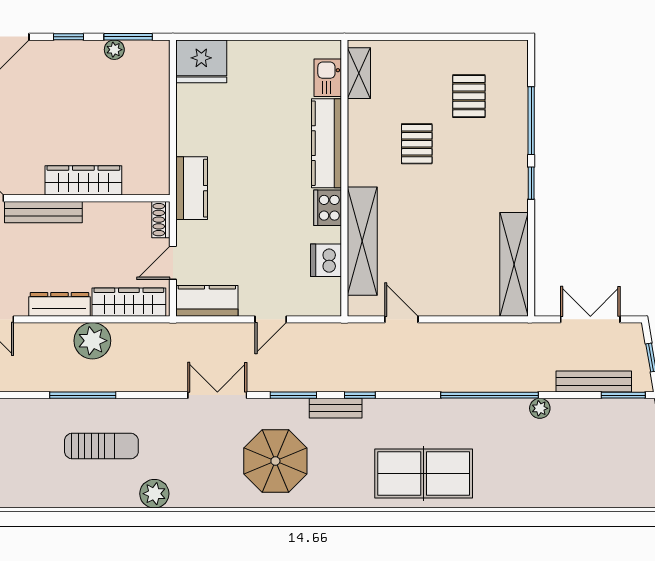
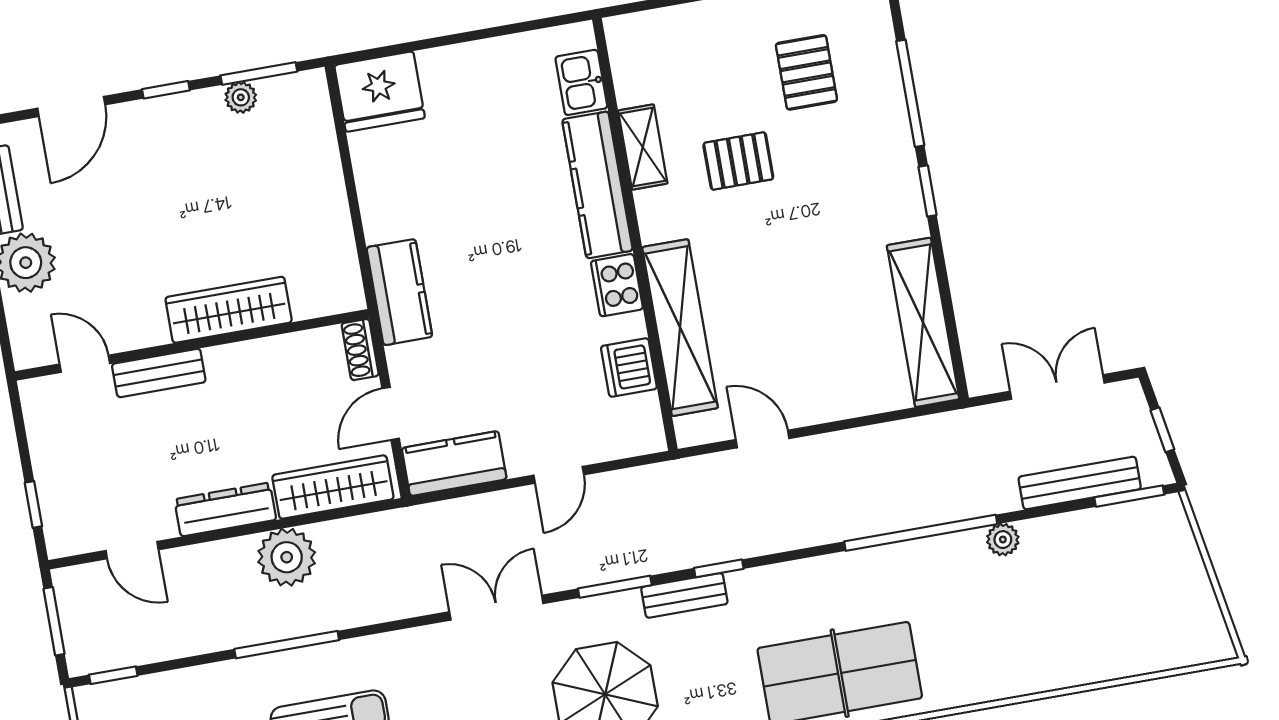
shelving: (359, 73) -> (643, 147), moved
pallet: (417, 144) -> (738, 161), turned 90
bench: (43, 212) -> (159, 373), width x0.73

